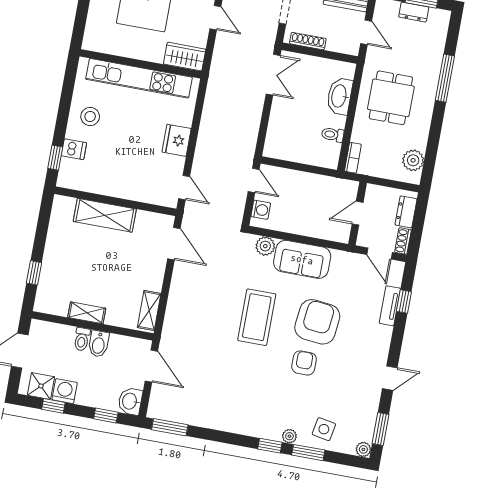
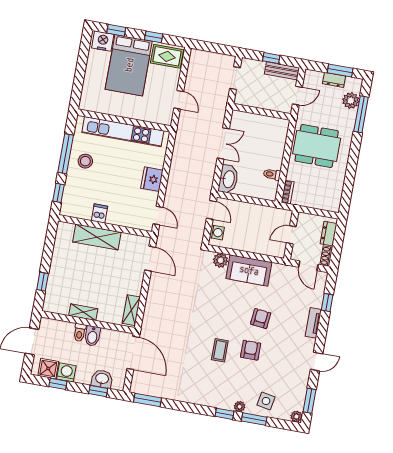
door: (215, 18) -> (179, 100), moved
door: (366, 32) -> (297, 96), hinge flipped
shoe rack: (308, 41) -> (253, 102), removed
wardrobe: (185, 57) -> (158, 115), removed
double door: (273, 75) -> (223, 143), moved
window: (445, 78) -> (361, 114), moved
washbasin: (340, 96) -> (228, 179), moved, turned 180
dining table: (391, 98) -> (317, 146), width x1.38
window: (64, 107) -> (66, 154), added
dishwasher: (74, 149) -> (99, 213), moved, turned -90
plant: (413, 160) -> (351, 101), moved
tv unit: (390, 306) -> (313, 323), moved
coffee table: (257, 317) -> (220, 350), moved, width x0.54, depth x0.58
armchair: (317, 322) -> (261, 318), width x0.53, depth x0.53
door: (151, 366) -> (133, 353), width x1.36
washbasin: (130, 401) -> (102, 379), moved, turned 90

